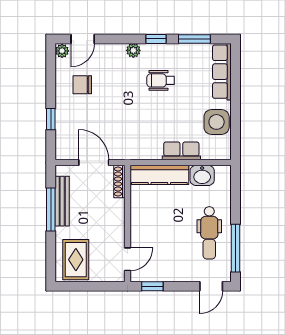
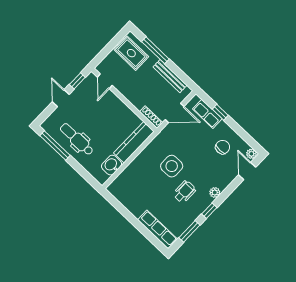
side table: (217, 122) -> (172, 166), moved
row of seats: (181, 151) -> (207, 114), moved, turned 90
window: (51, 209) -> (155, 50), moved
door: (211, 286) -> (61, 98), moved

